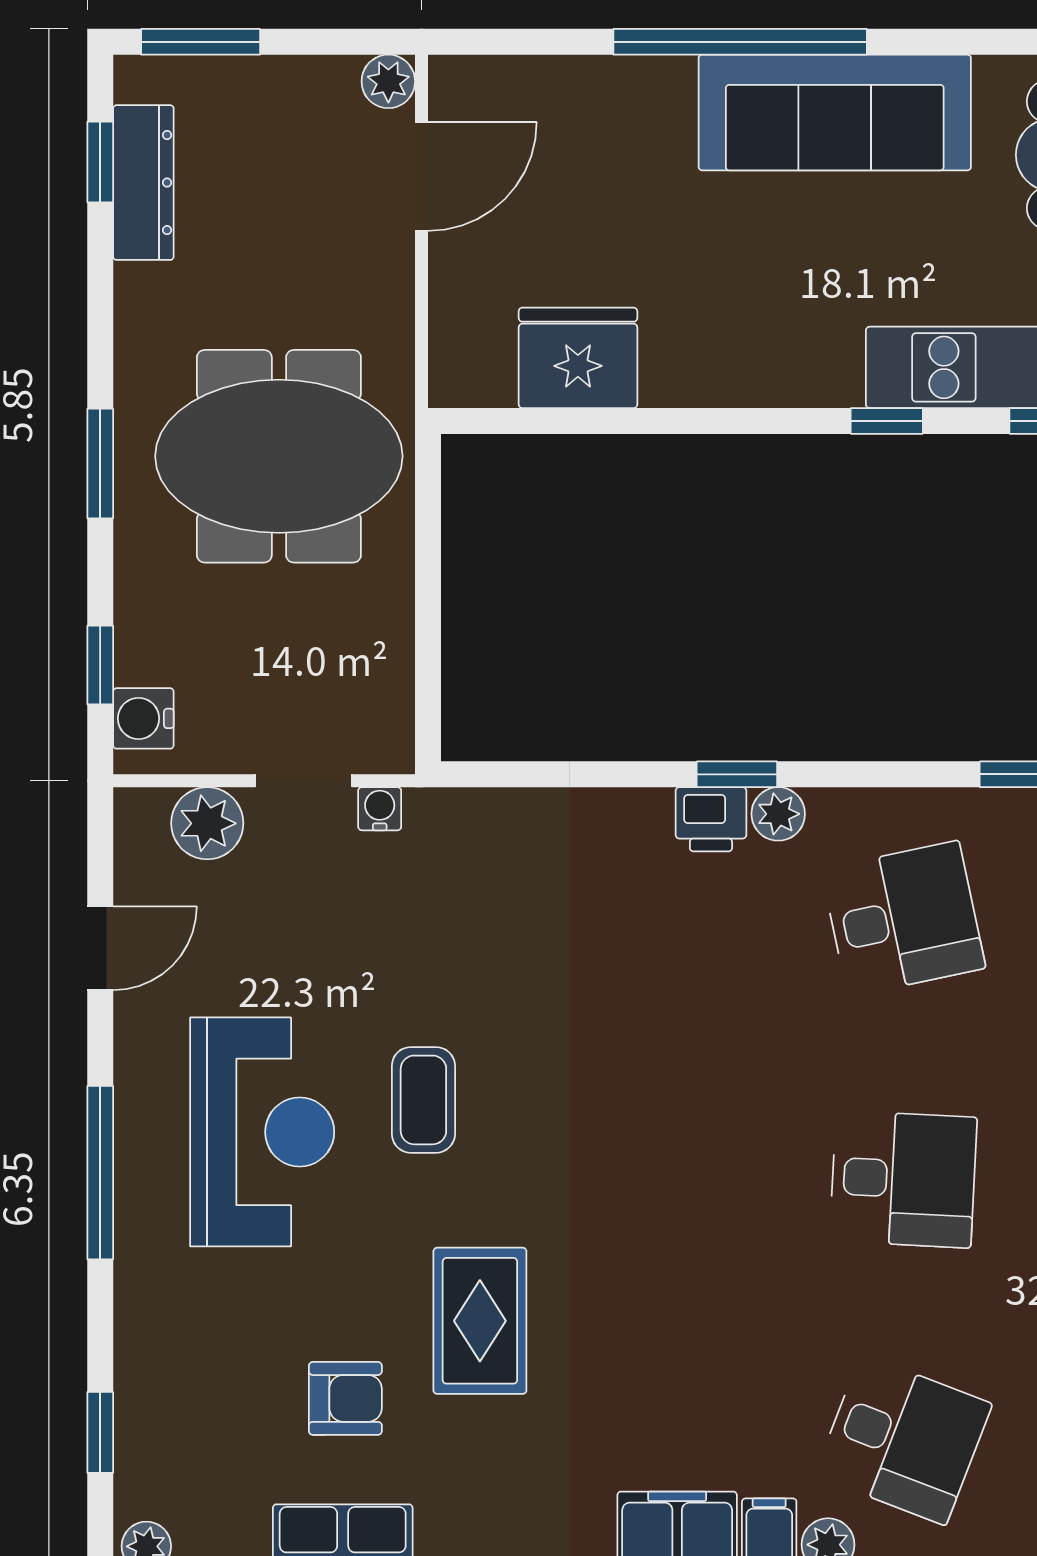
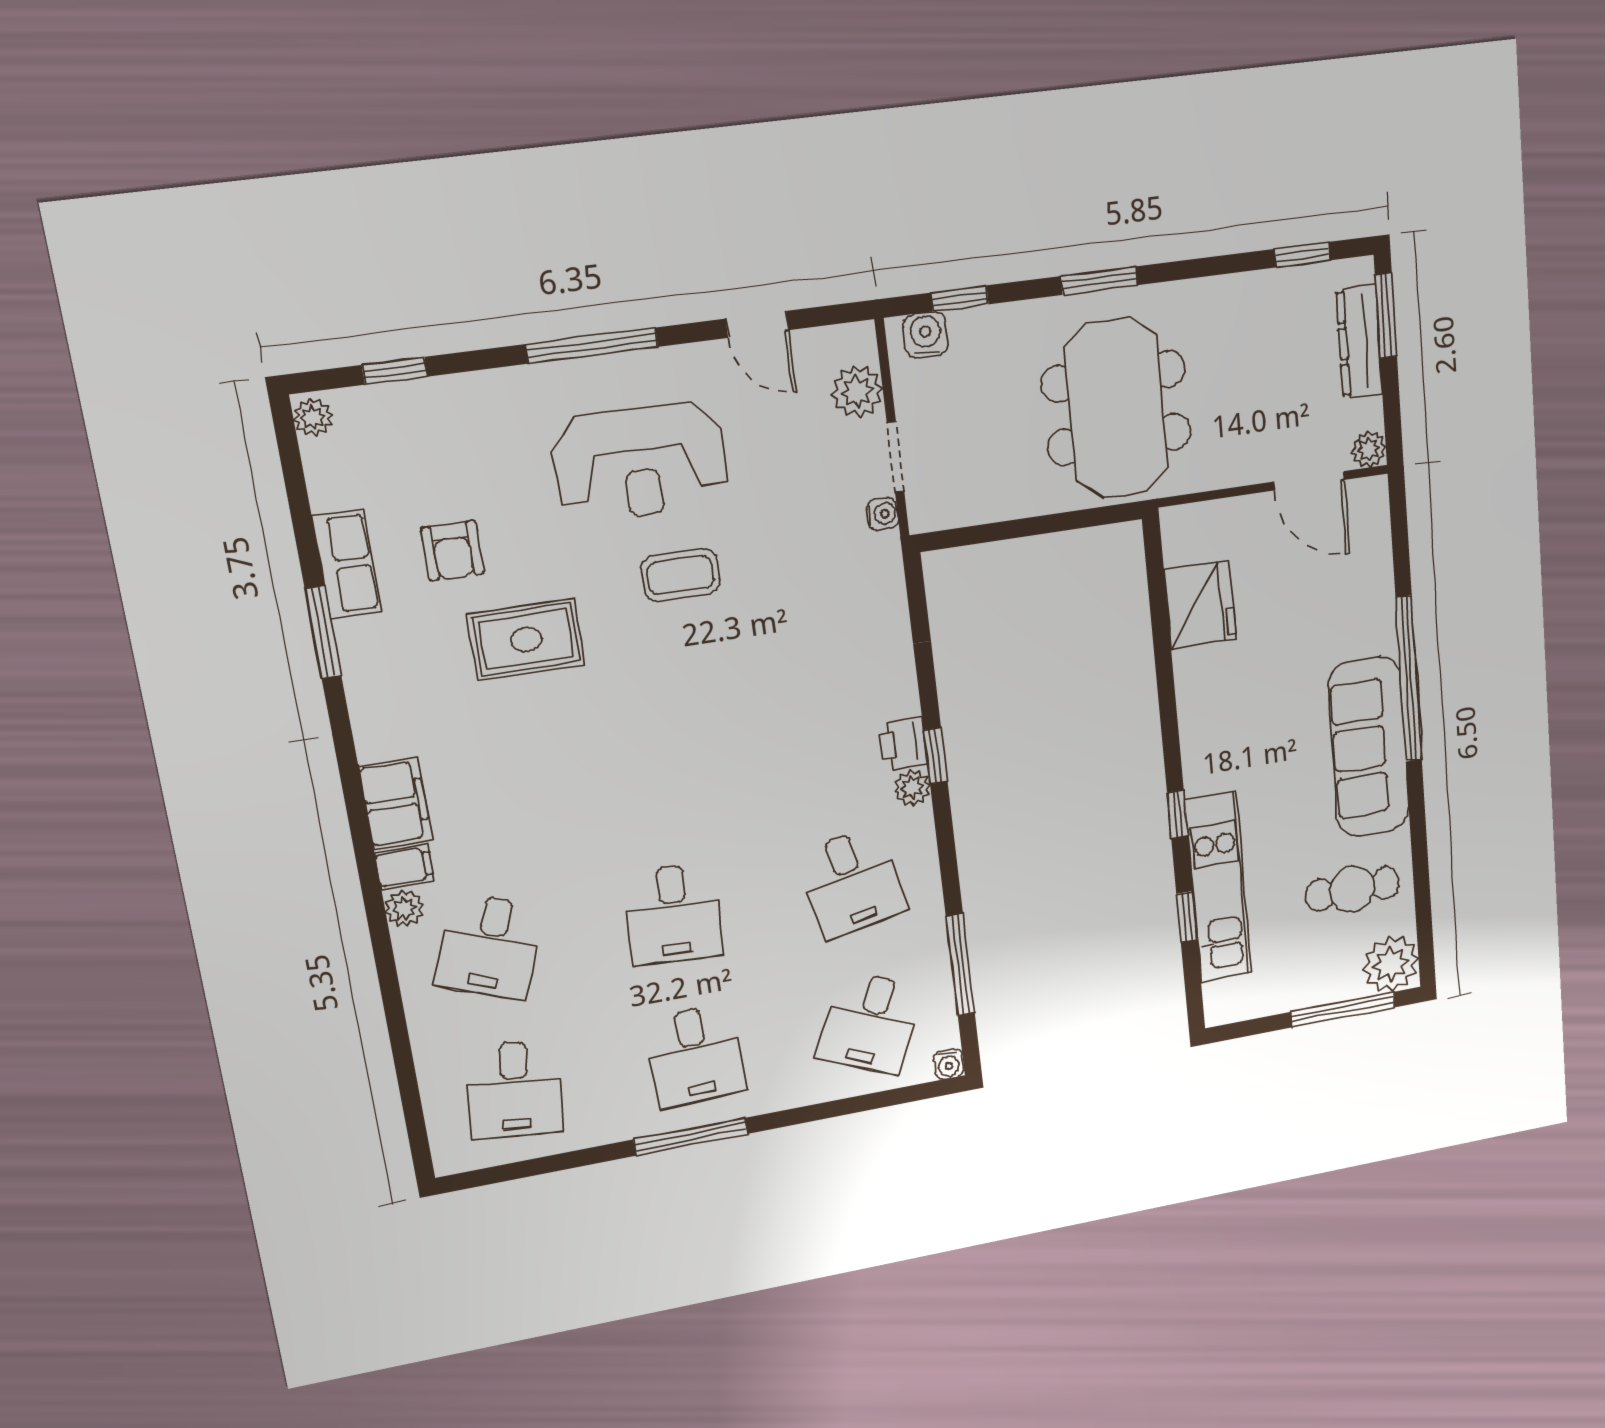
dresser: (143, 183) -> (1359, 342), moved, turned 90

